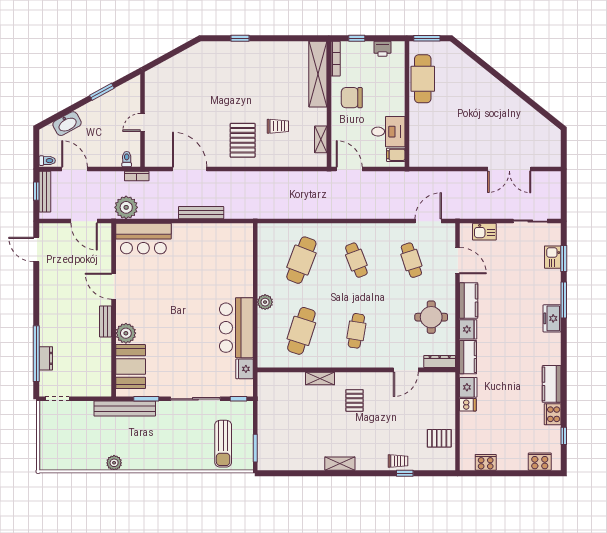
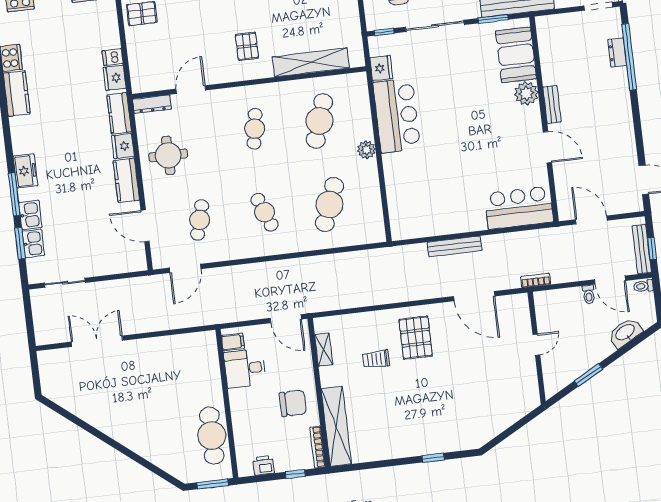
toilet: (127, 159) -> (589, 294), moved
plant: (126, 207) -> (544, 242), removed
kitchen sink: (484, 232) -> (30, 215), moved, turned 90
cafe table: (411, 260) -> (200, 220), turned 33
shelving: (320, 379) -> (311, 62), width x2.20, depth x1.33

